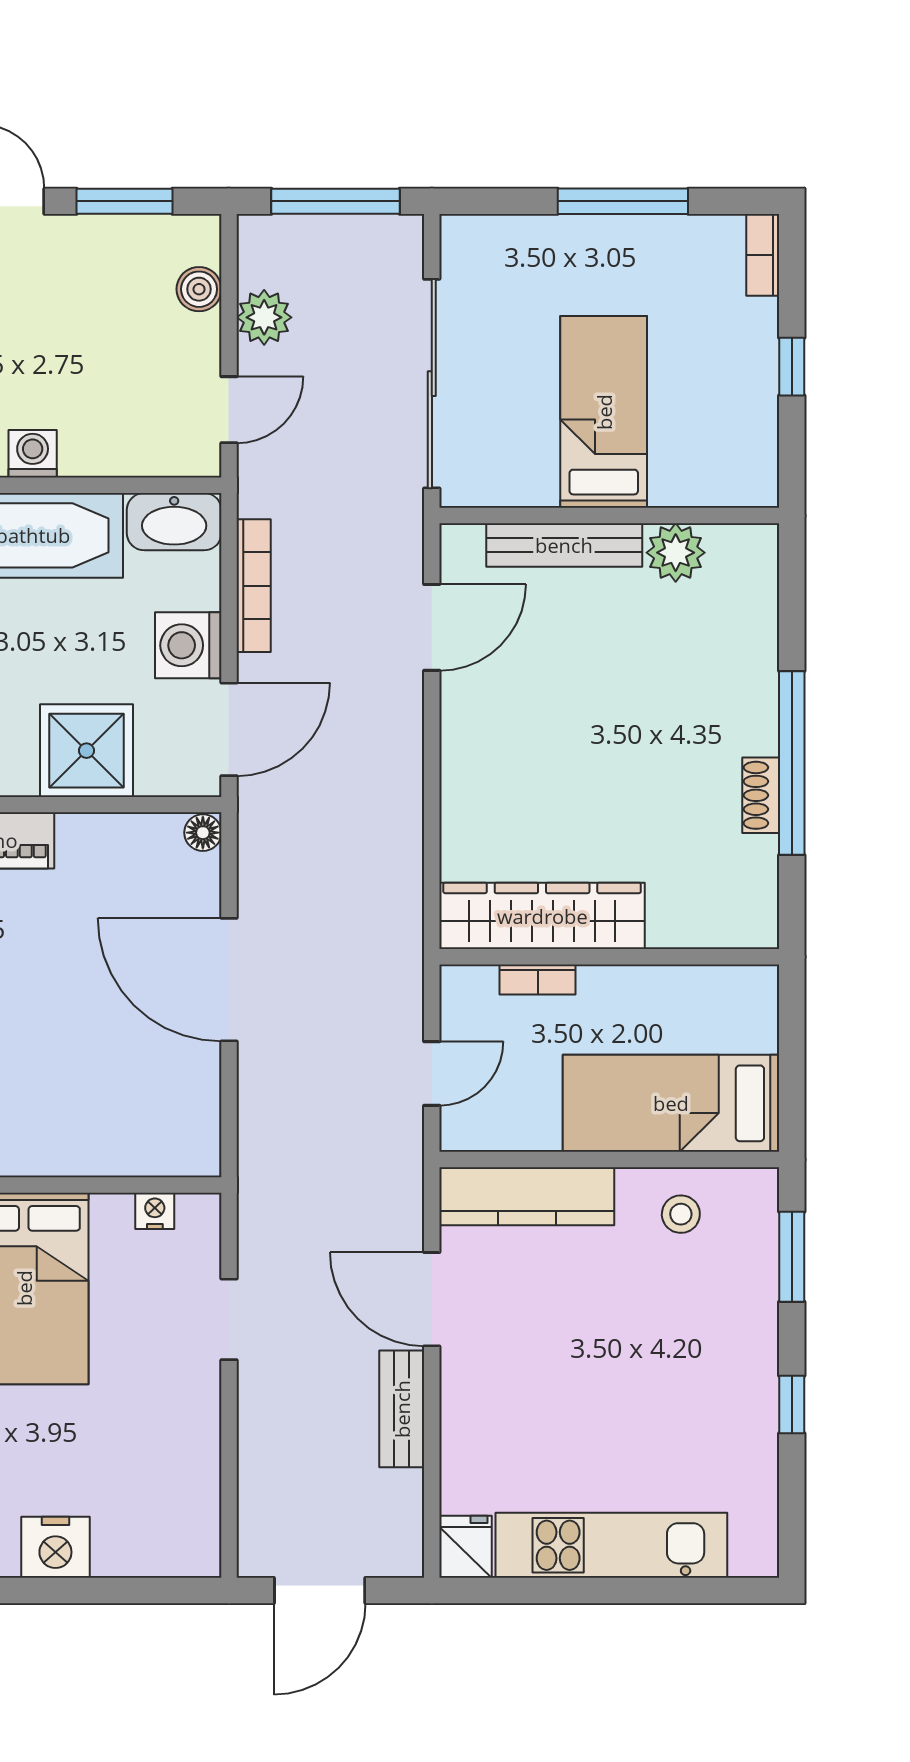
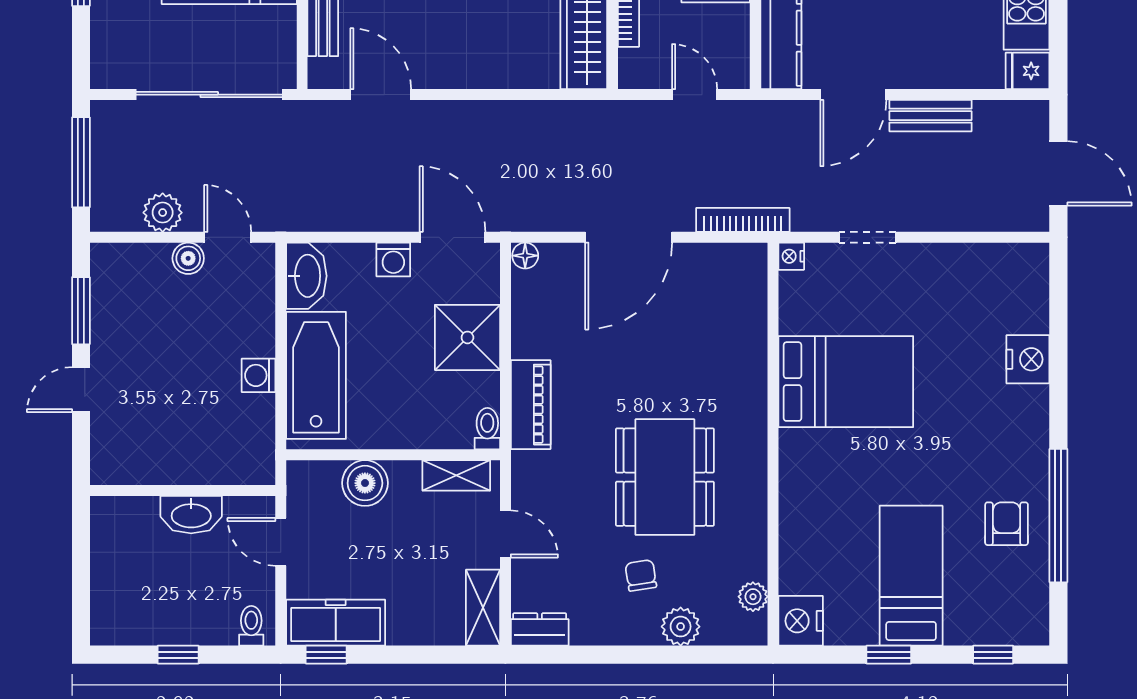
boiler: (199, 289) -> (188, 258), moved
bookcase: (254, 586) -> (743, 220), moved
washing machine: (188, 645) -> (393, 259), width x0.73, depth x0.73
nightstand: (155, 1211) -> (791, 256), moved

